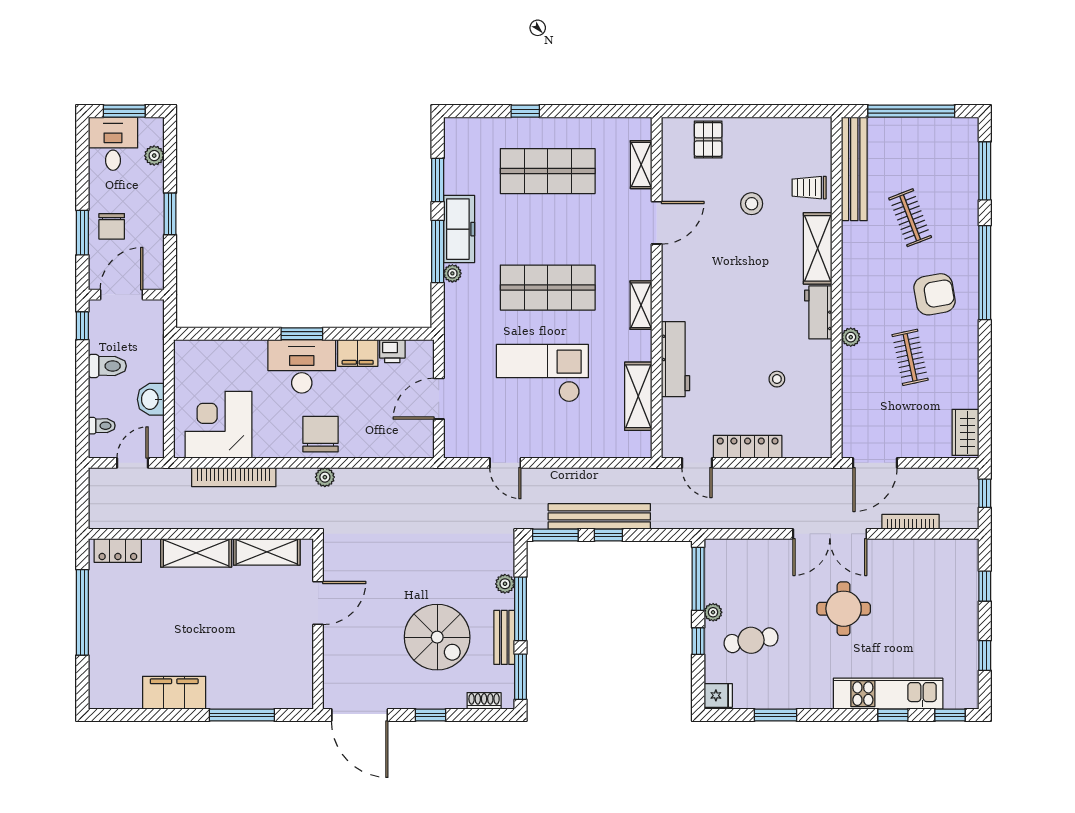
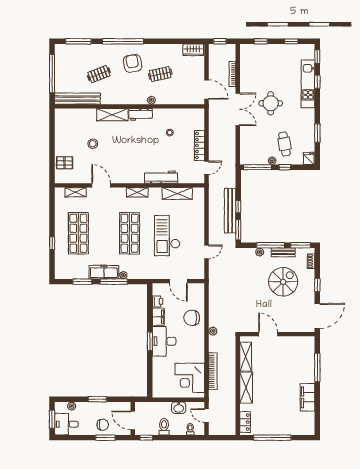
trolley: (809, 188) -> (86, 118), removed
chair: (320, 434) -> (192, 318), moved

